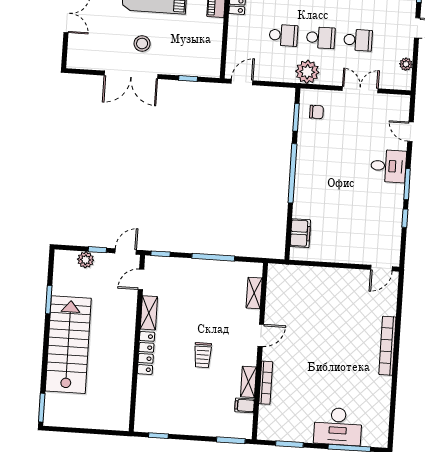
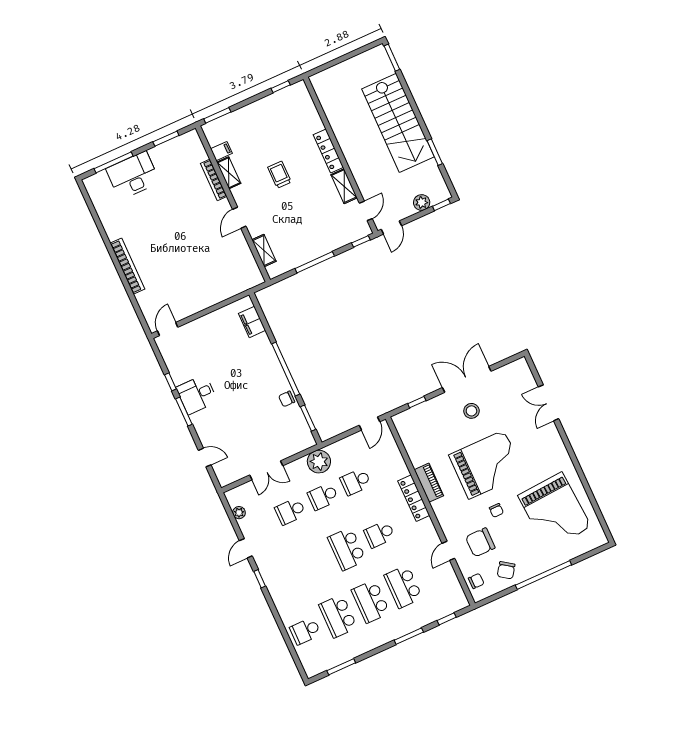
chair: (316, 112) -> (287, 399), moved
desk: (388, 166) -> (197, 395), moved
window: (97, 250) -> (441, 205), moved

